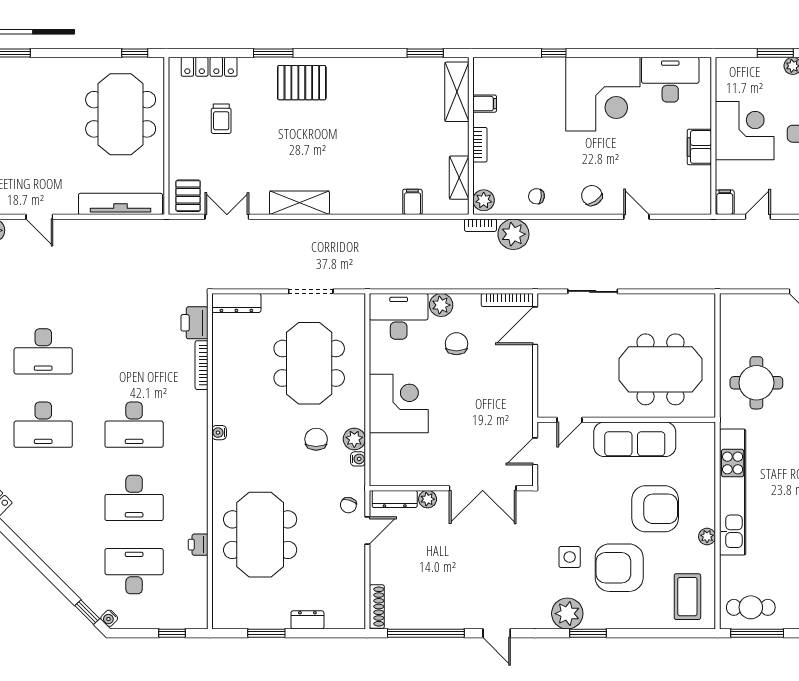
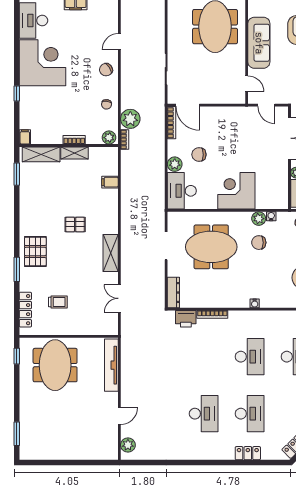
filing cabinet: (485, 104) -> (25, 137), moved
meeting table: (121, 114) -> (55, 365), turned 90
shelving: (459, 178) -> (74, 153), moved
pallet: (188, 196) -> (75, 224), moved

